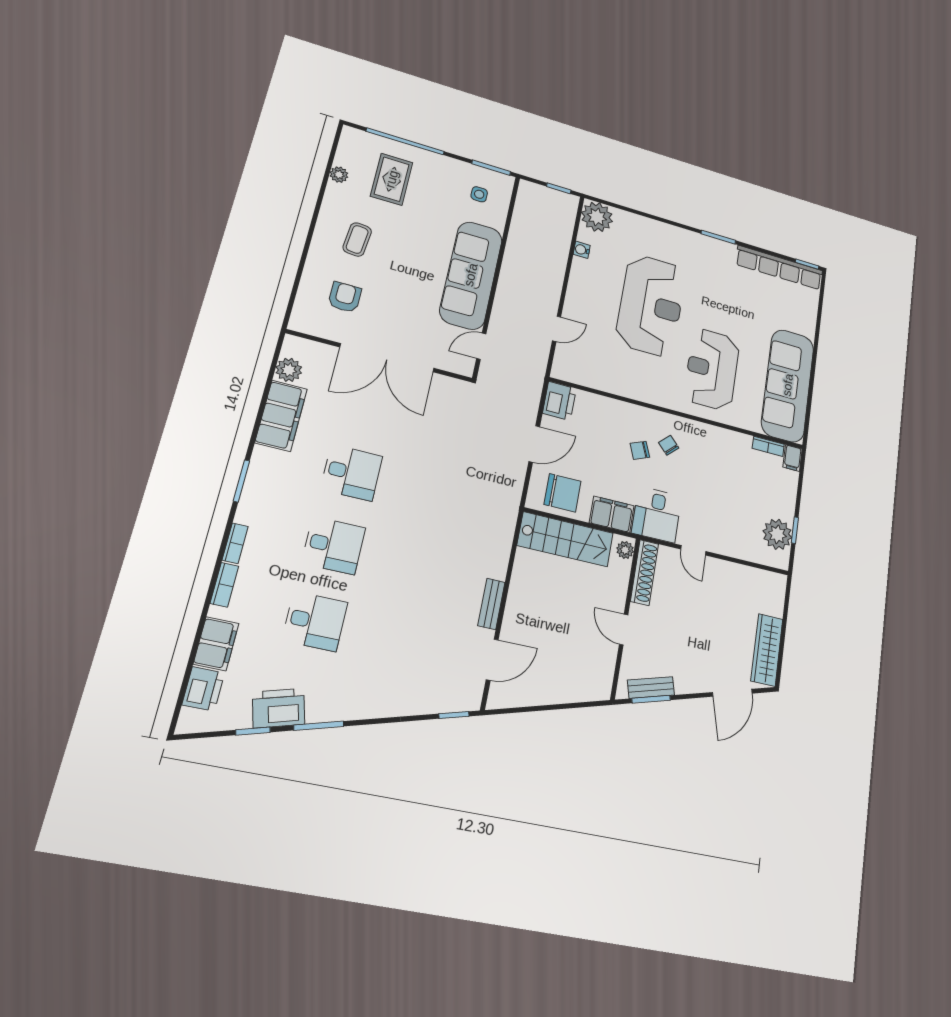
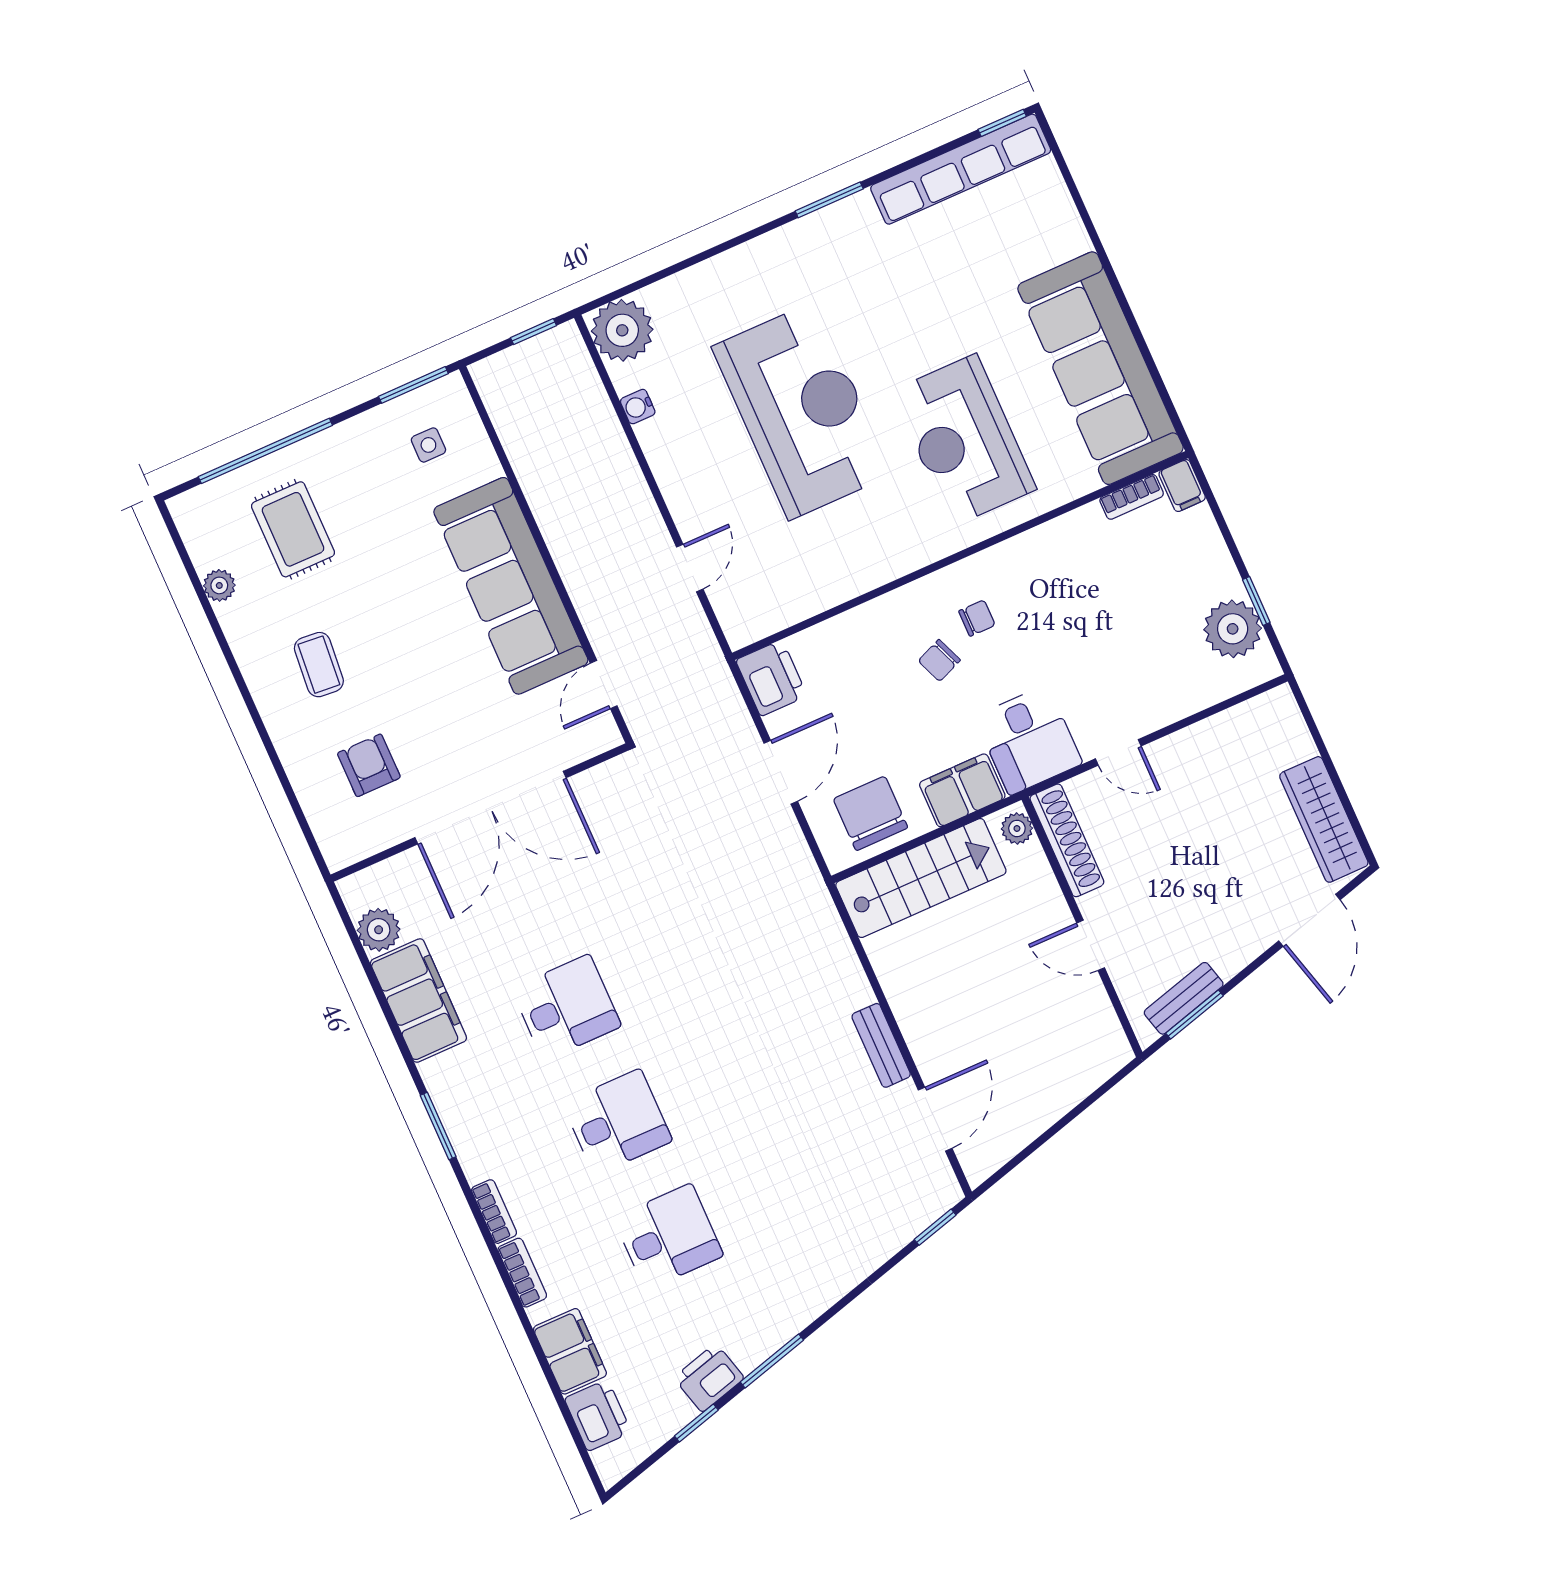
chair: (669, 445) -> (977, 618), turned 134
chair: (563, 493) -> (870, 813), turned -90
printer: (279, 708) -> (709, 1378), width x0.73, depth x0.84

